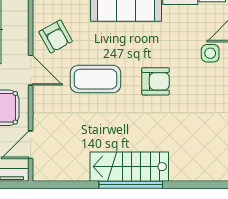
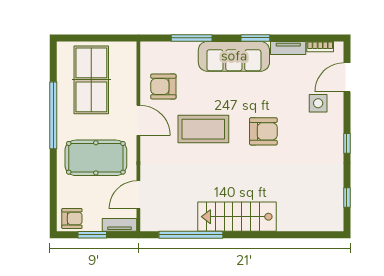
armchair: (56, 37) -> (163, 86), turned 119
window: (131, 185) -> (191, 235), moved

